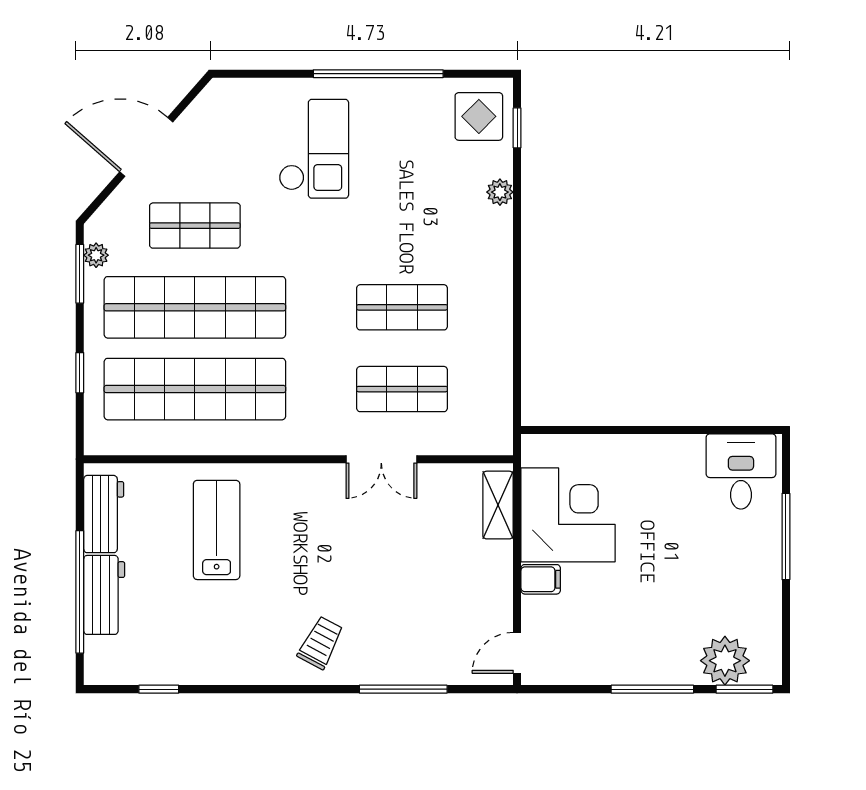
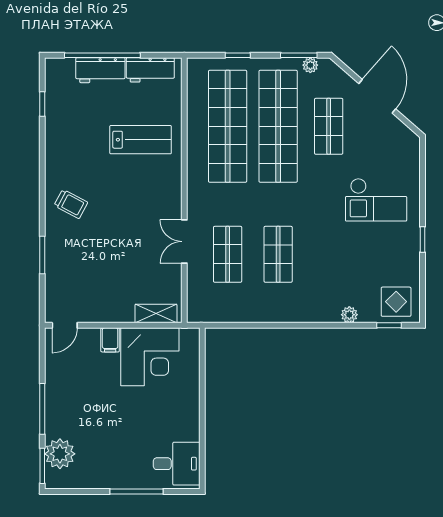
window: (378, 74) -> (422, 240), width x0.32
door: (517, 653) -> (65, 325), swing flipped
window: (403, 689) -> (42, 255), width x0.69

